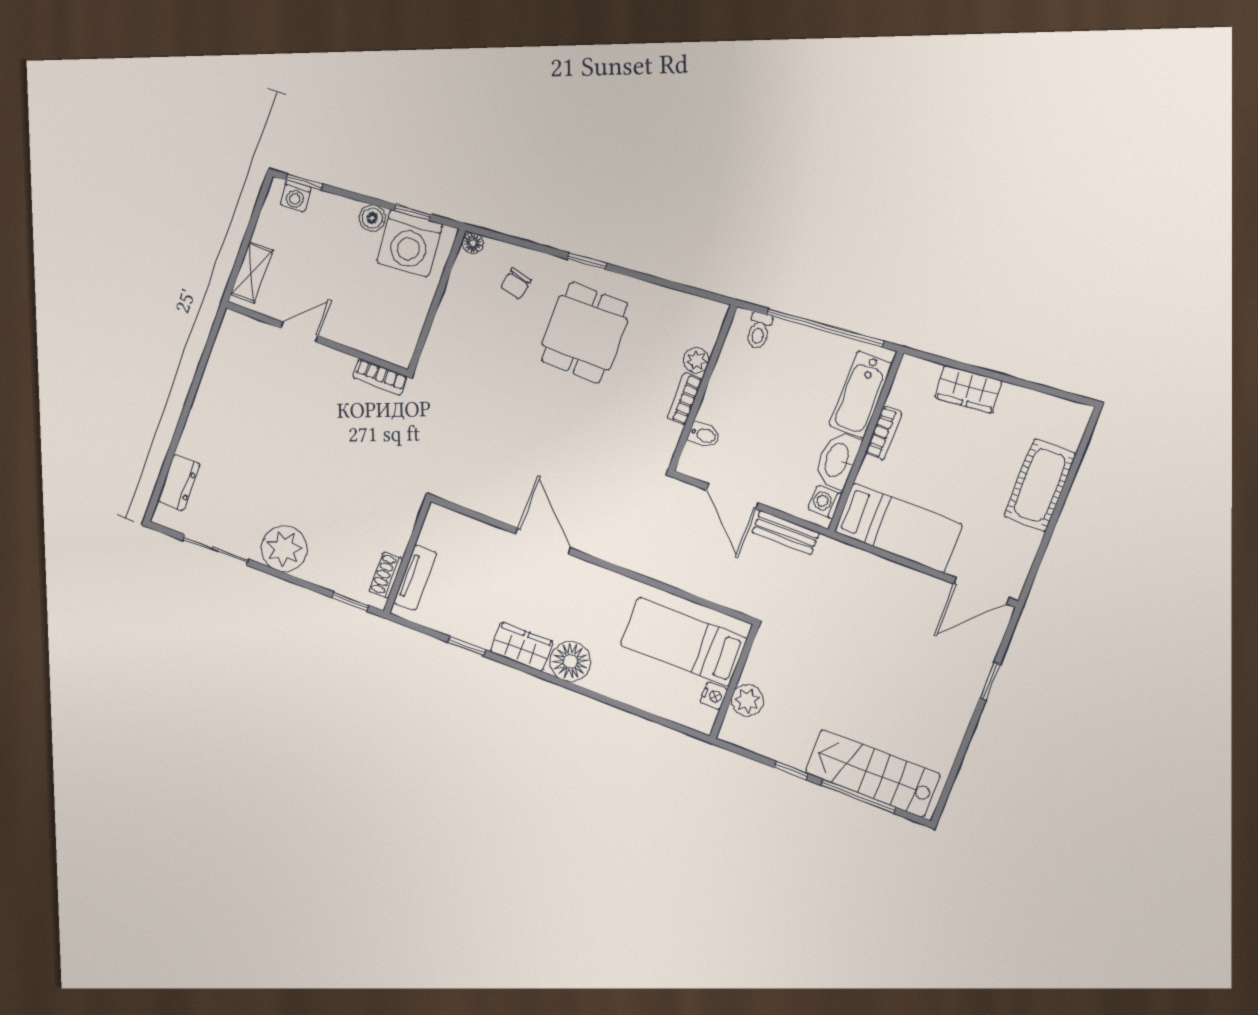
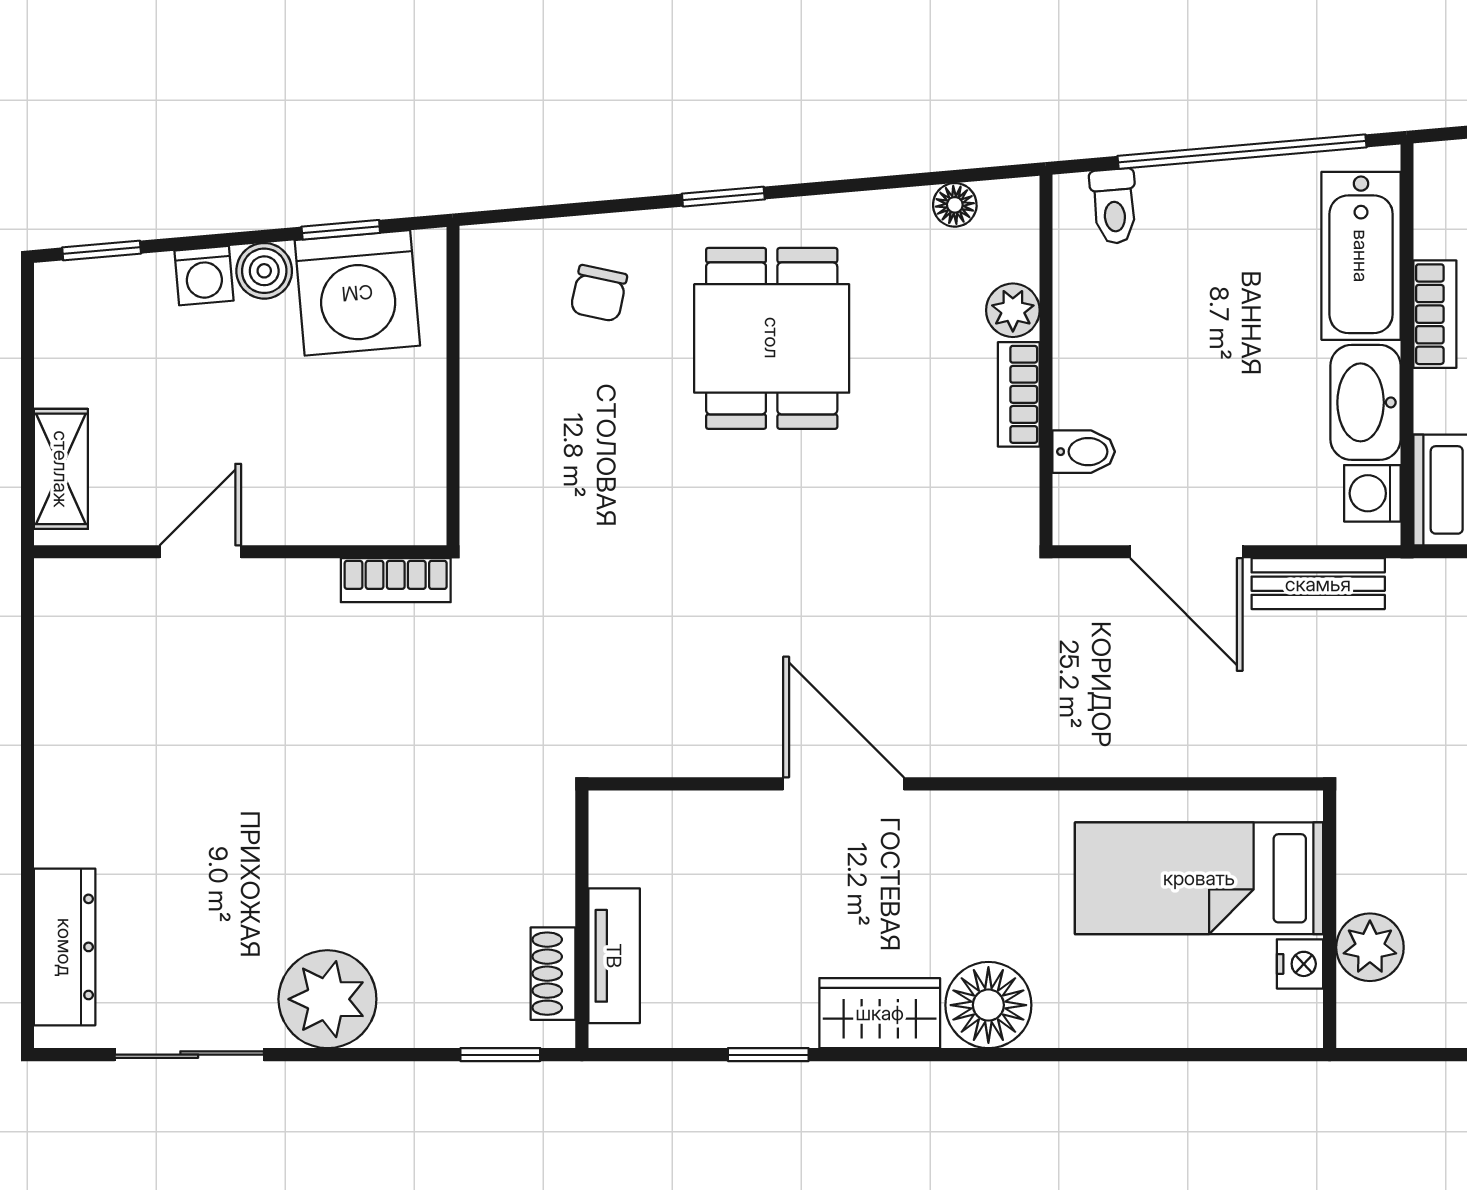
washing machine: (296, 196) -> (204, 276), moved
floor lamp: (473, 243) -> (955, 205), moved
dresser: (179, 483) -> (65, 947), width x1.44

